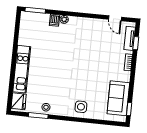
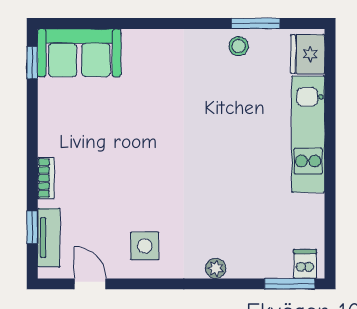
dishwasher: (55, 20) -> (305, 264), moved
sofa: (118, 98) -> (79, 53), moved, turned 90
side table: (81, 107) -> (145, 246), moved

